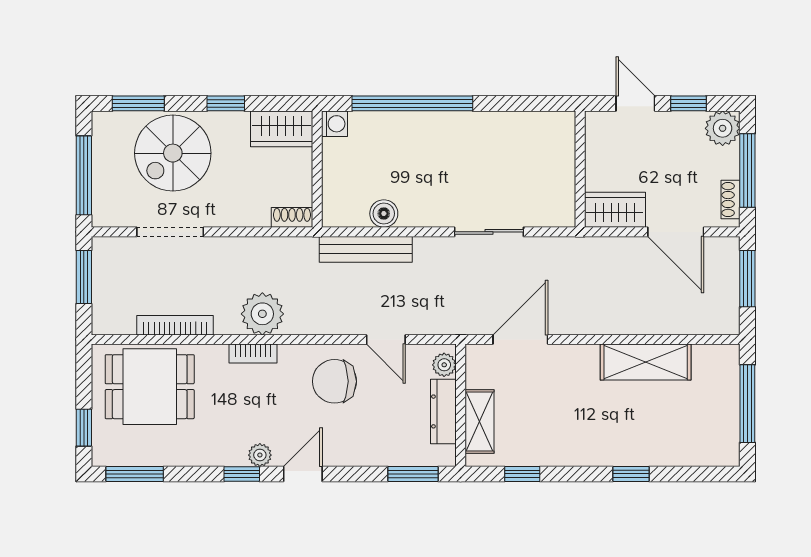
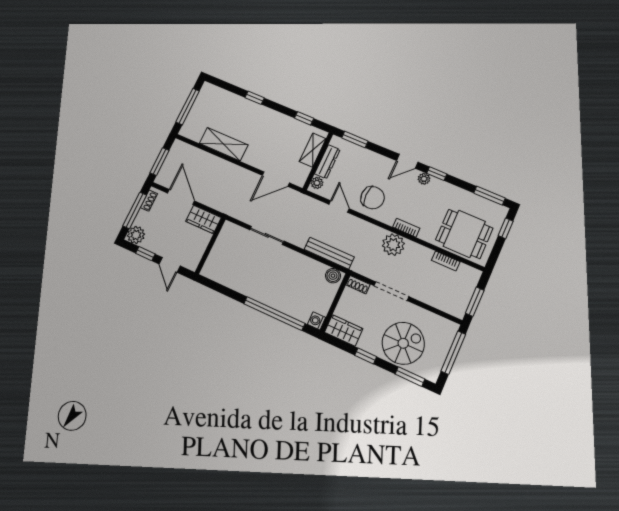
boiler: (384, 214) -> (333, 276), moved
doorway: (170, 232) -> (392, 291), moved
bookcase: (175, 325) -> (446, 261), width x0.64

